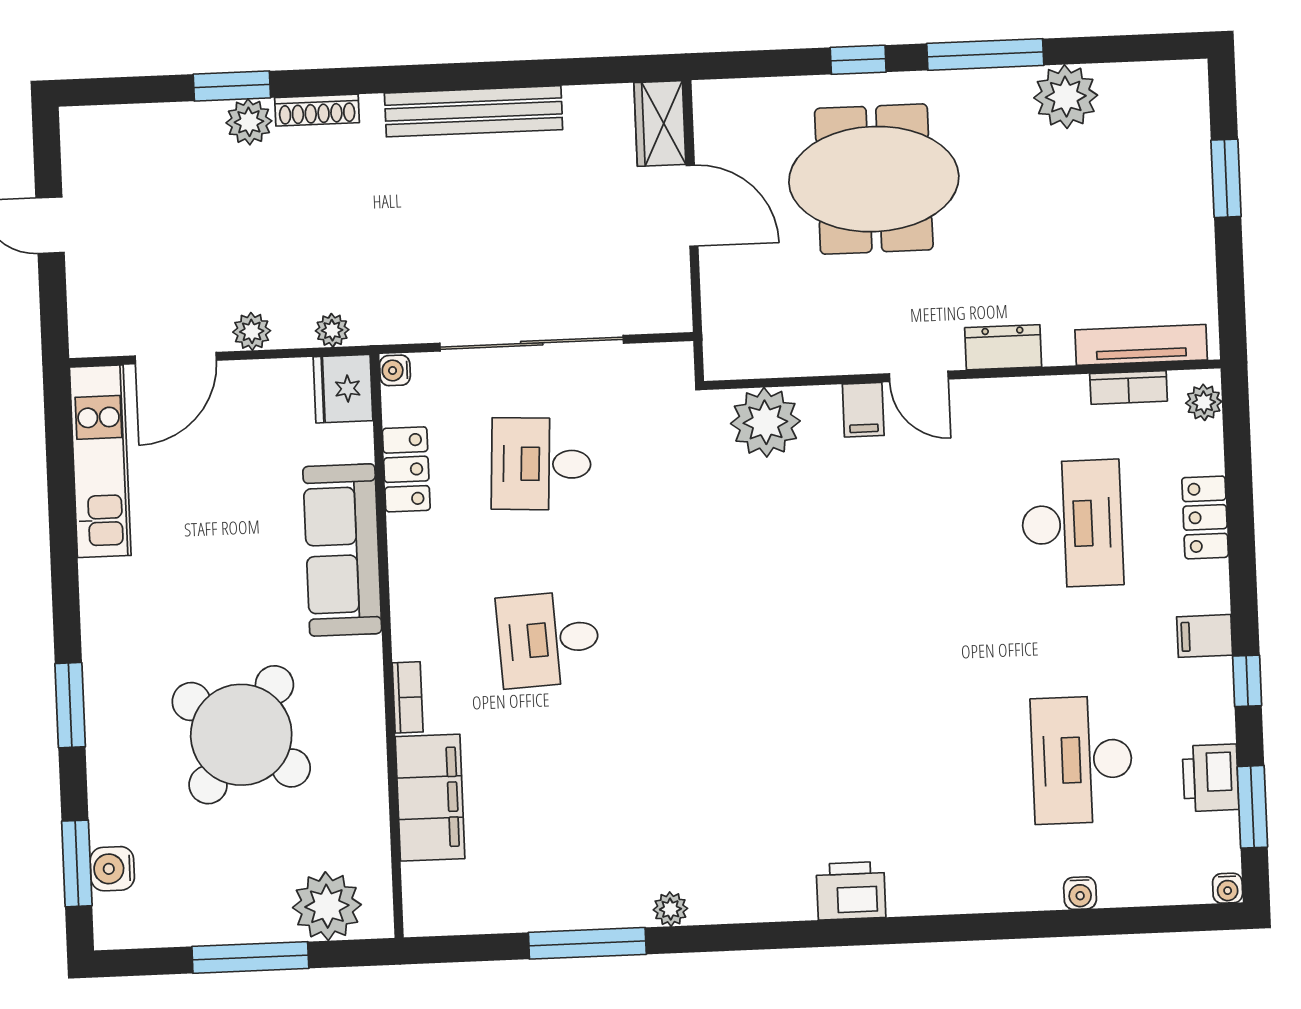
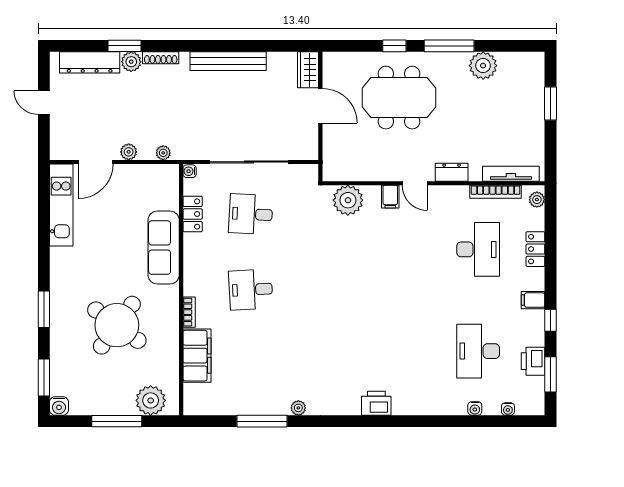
dresser: (152, 128) -> (90, 62), added
bookcase: (1129, 387) -> (496, 192), width x1.56
fridge: (343, 389) -> (167, 178), removed
water cooler: (112, 869) -> (59, 406), moved, turned -90
water cooler: (1228, 888) -> (508, 409), moved

